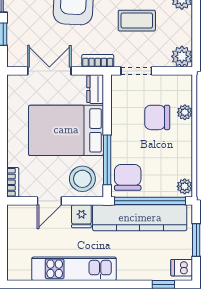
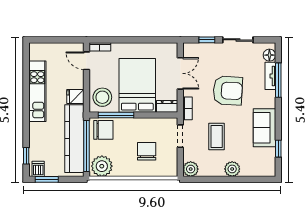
plant: (185, 112) -> (150, 171), removed
plant: (185, 186) -> (102, 166), width x1.88, depth x1.88
door: (49, 201) -> (86, 61), moved
window: (196, 240) -> (47, 179), moved

